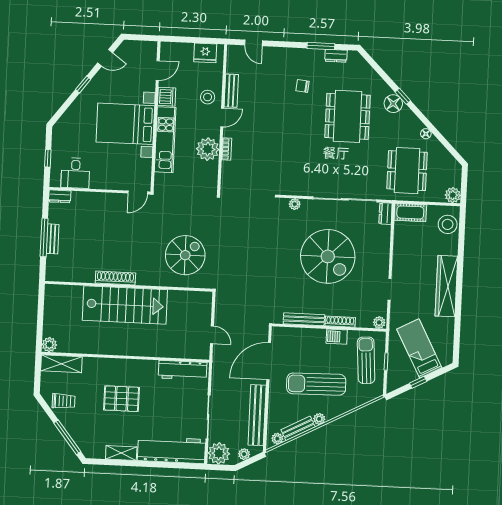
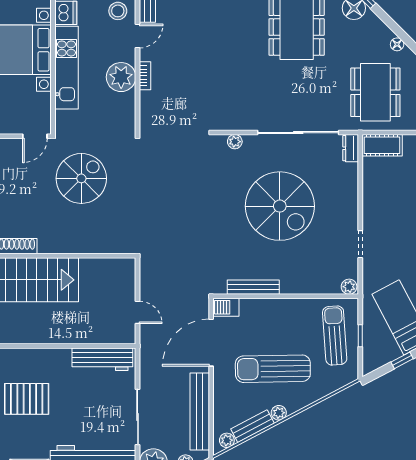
spiral stairs: (185, 255) -> (81, 178), moved
shoe rack: (340, 322) -> (300, 288), removed
barbecue: (337, 337) -> (226, 307), moved

